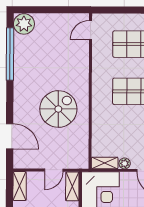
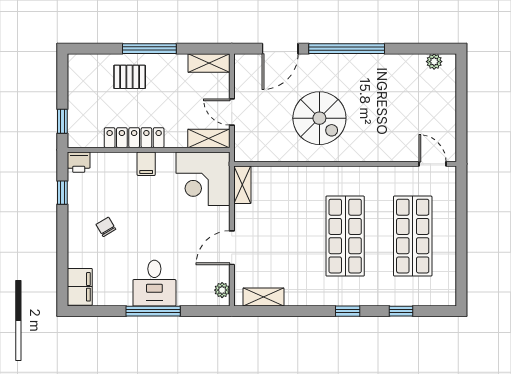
plant: (24, 24) -> (434, 62), width x0.53, depth x0.53
window: (10, 54) -> (347, 49), moved
plant: (125, 163) -> (242, 213), removed

